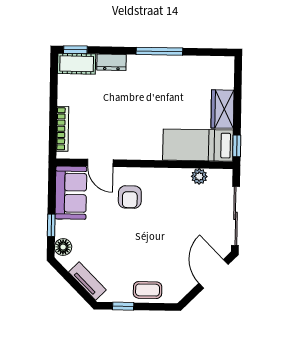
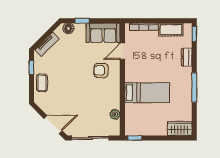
cot: (77, 64) -> (171, 30), moved, turned 90
wardrobe: (222, 109) -> (180, 128), moved
bed: (198, 145) -> (147, 93), moved, turned 90

